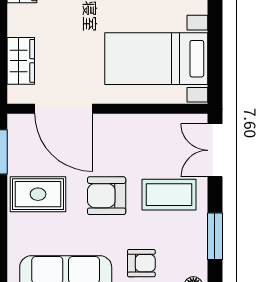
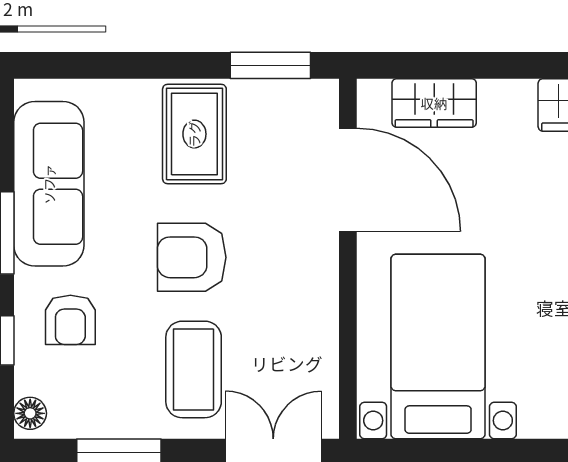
door: (64, 109) -> (348, 180), swing flipped
armchair: (107, 196) -> (192, 257), turned -90

